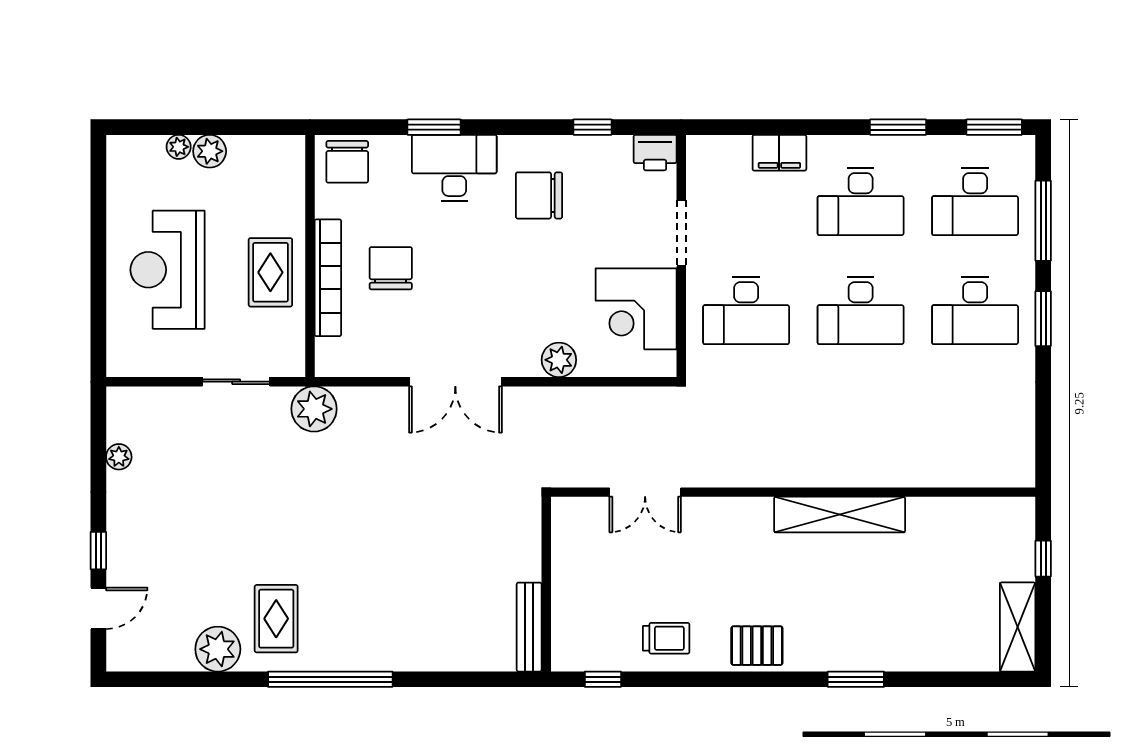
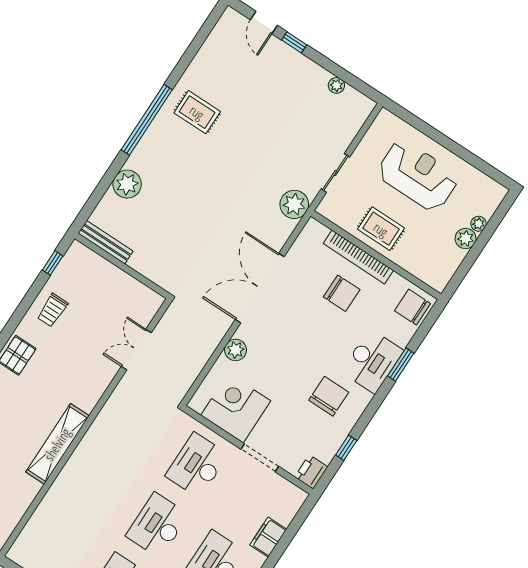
double door: (455, 382) -> (260, 288), width x1.36
plant: (218, 649) -> (127, 184), moved

